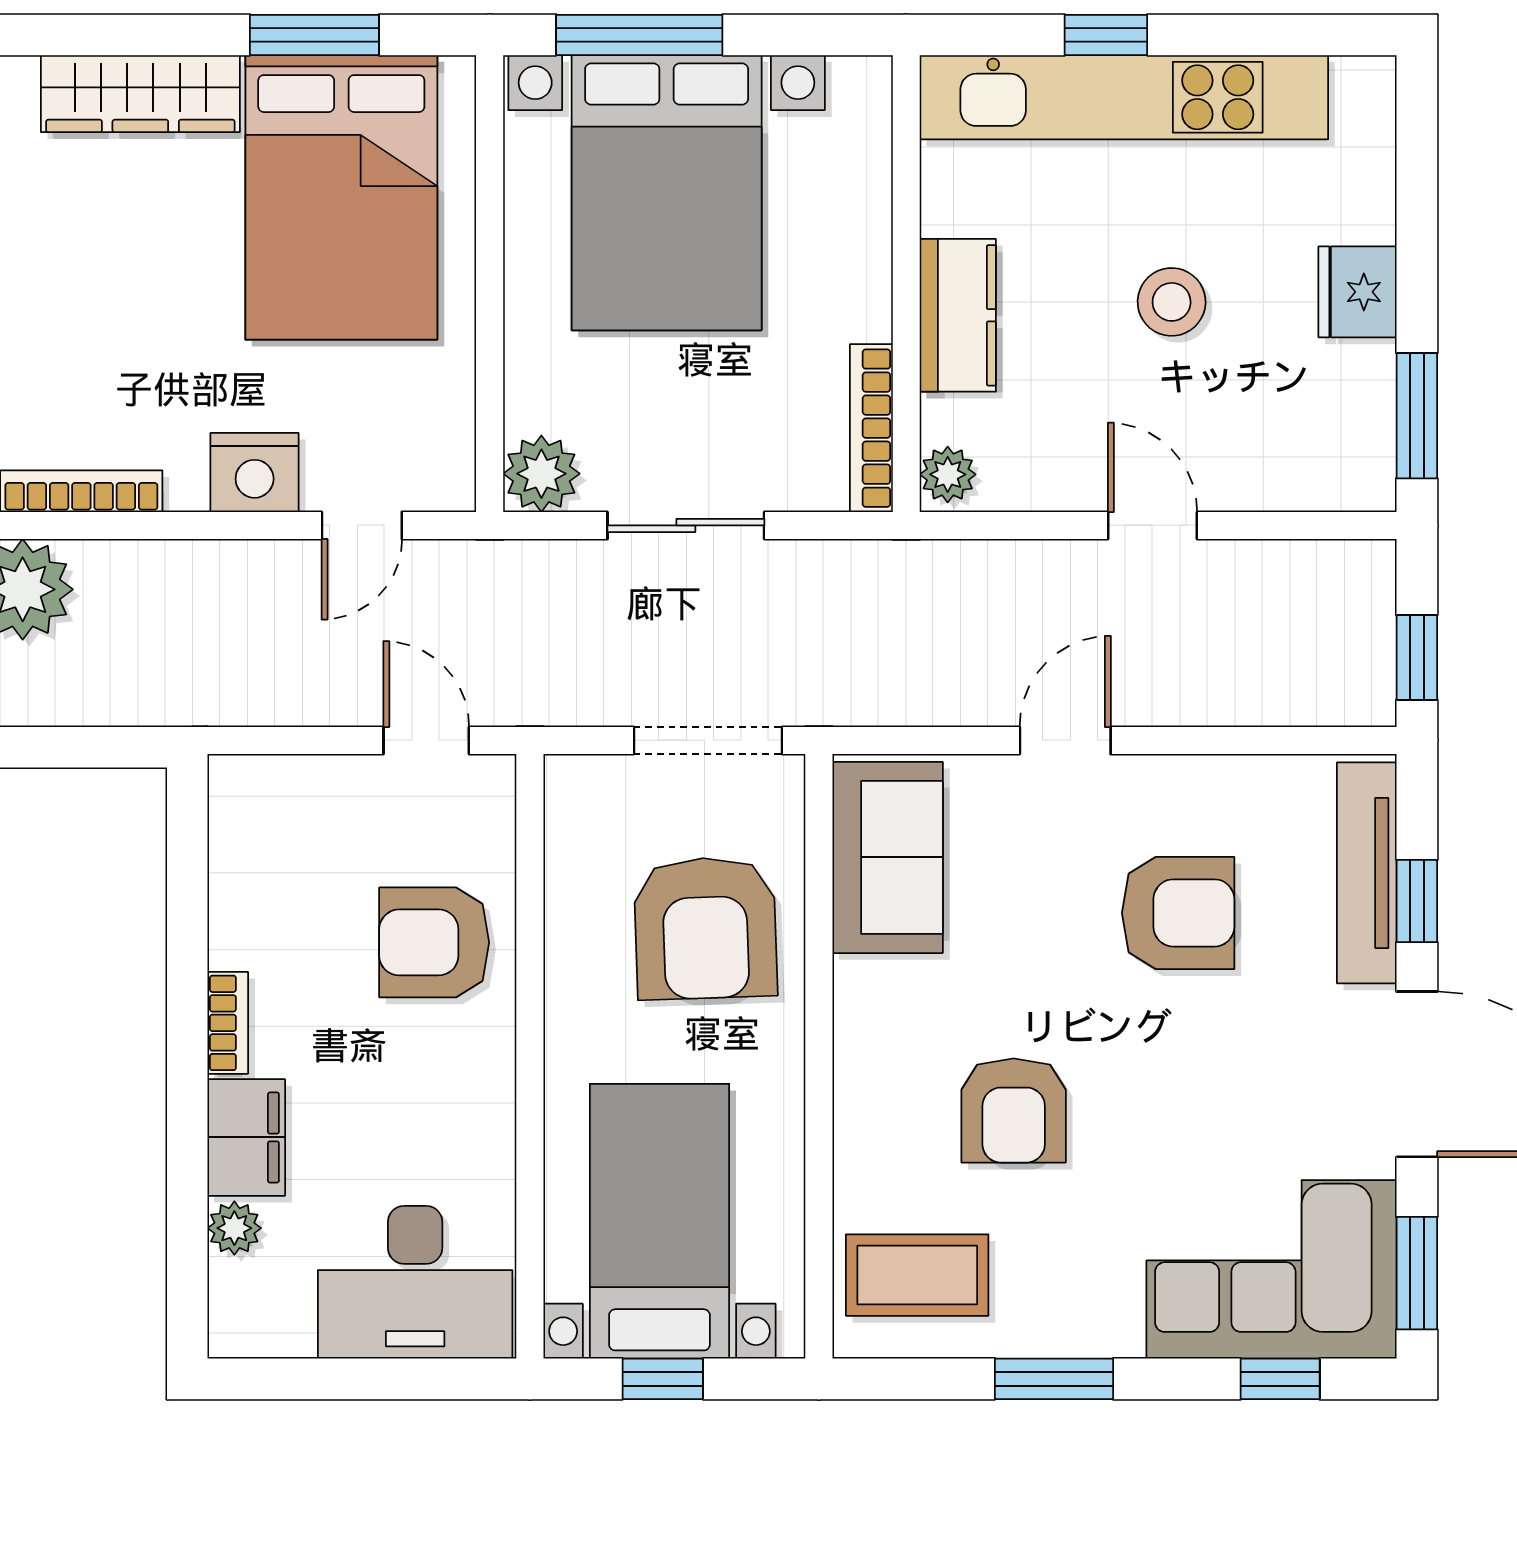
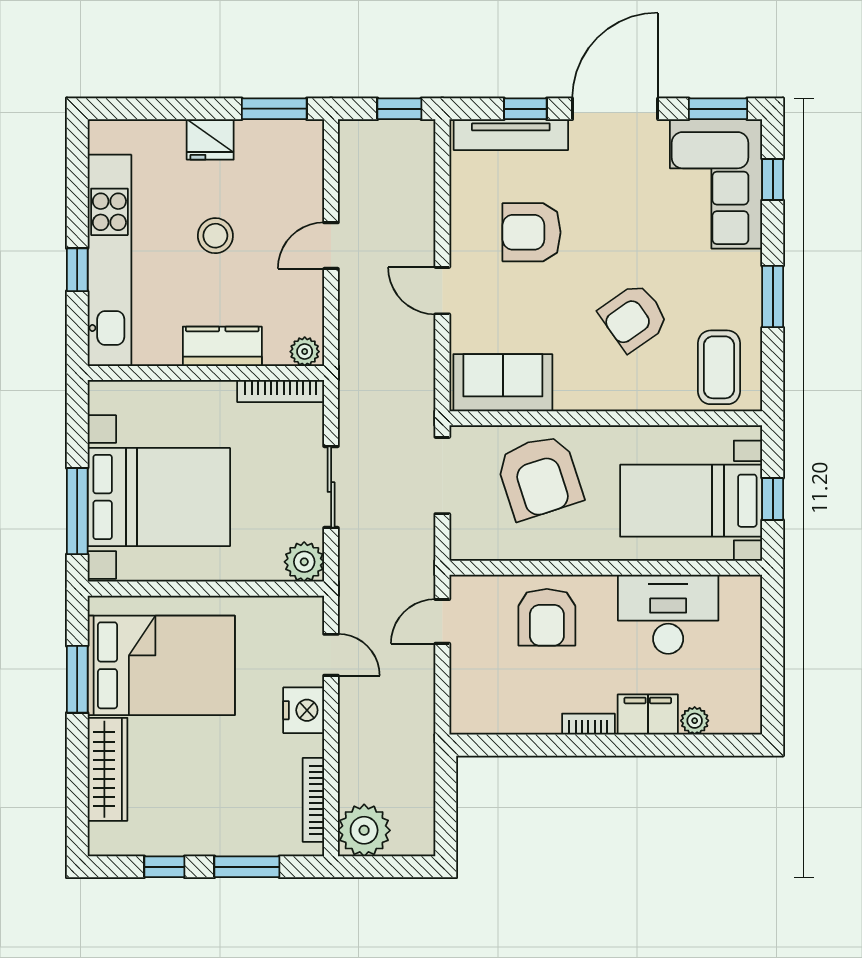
armchair: (1178, 913) -> (532, 232), turned -90
armchair: (705, 928) -> (539, 477), turned 74
armchair: (1014, 1110) -> (634, 317), turned 145
desk: (415, 1282) -> (668, 614), moved, turned -90

